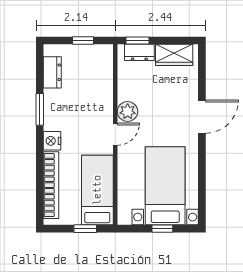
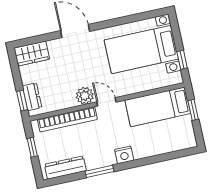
wardrobe: (174, 55) -> (32, 54), moved, turned 90
dresser: (52, 72) -> (65, 168), width x1.44
bookcase: (51, 185) -> (67, 119), moved, turned 180
window: (162, 229) -> (182, 60), moved

